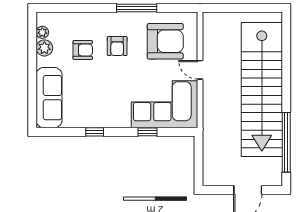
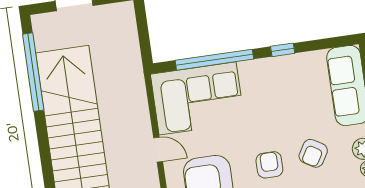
armchair: (83, 50) -> (313, 153), turned -59
window: (147, 132) -> (214, 60), width x3.17

